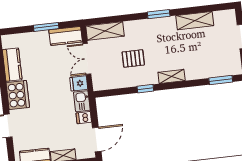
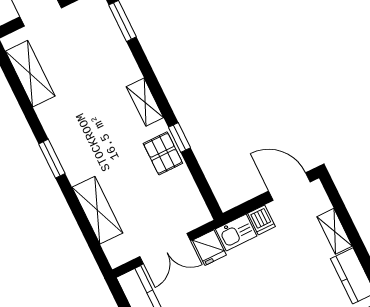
shelving: (195, 21) -> (30, 74), moved
shelving: (105, 31) -> (97, 210), moved
pallet: (133, 58) -> (163, 153), moved

